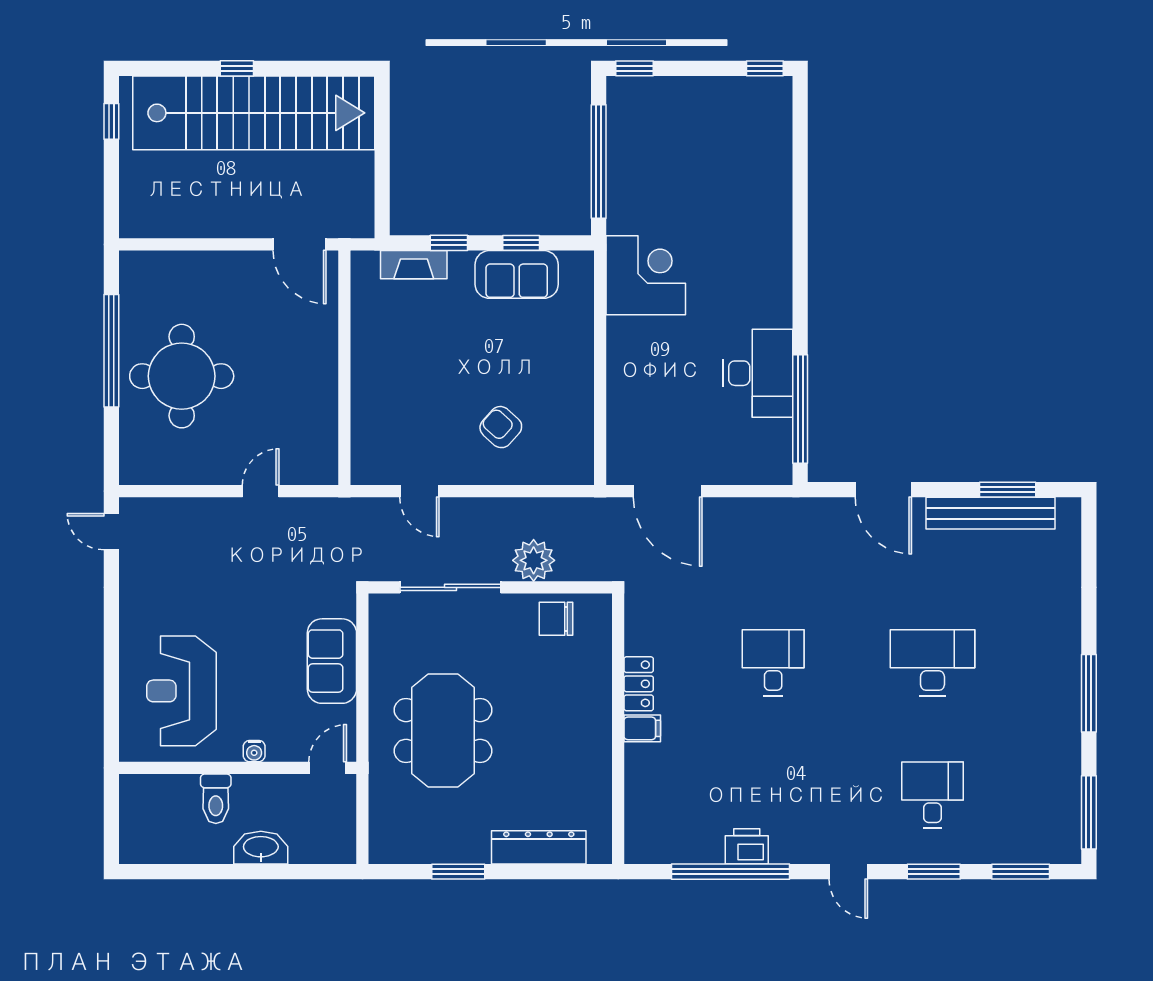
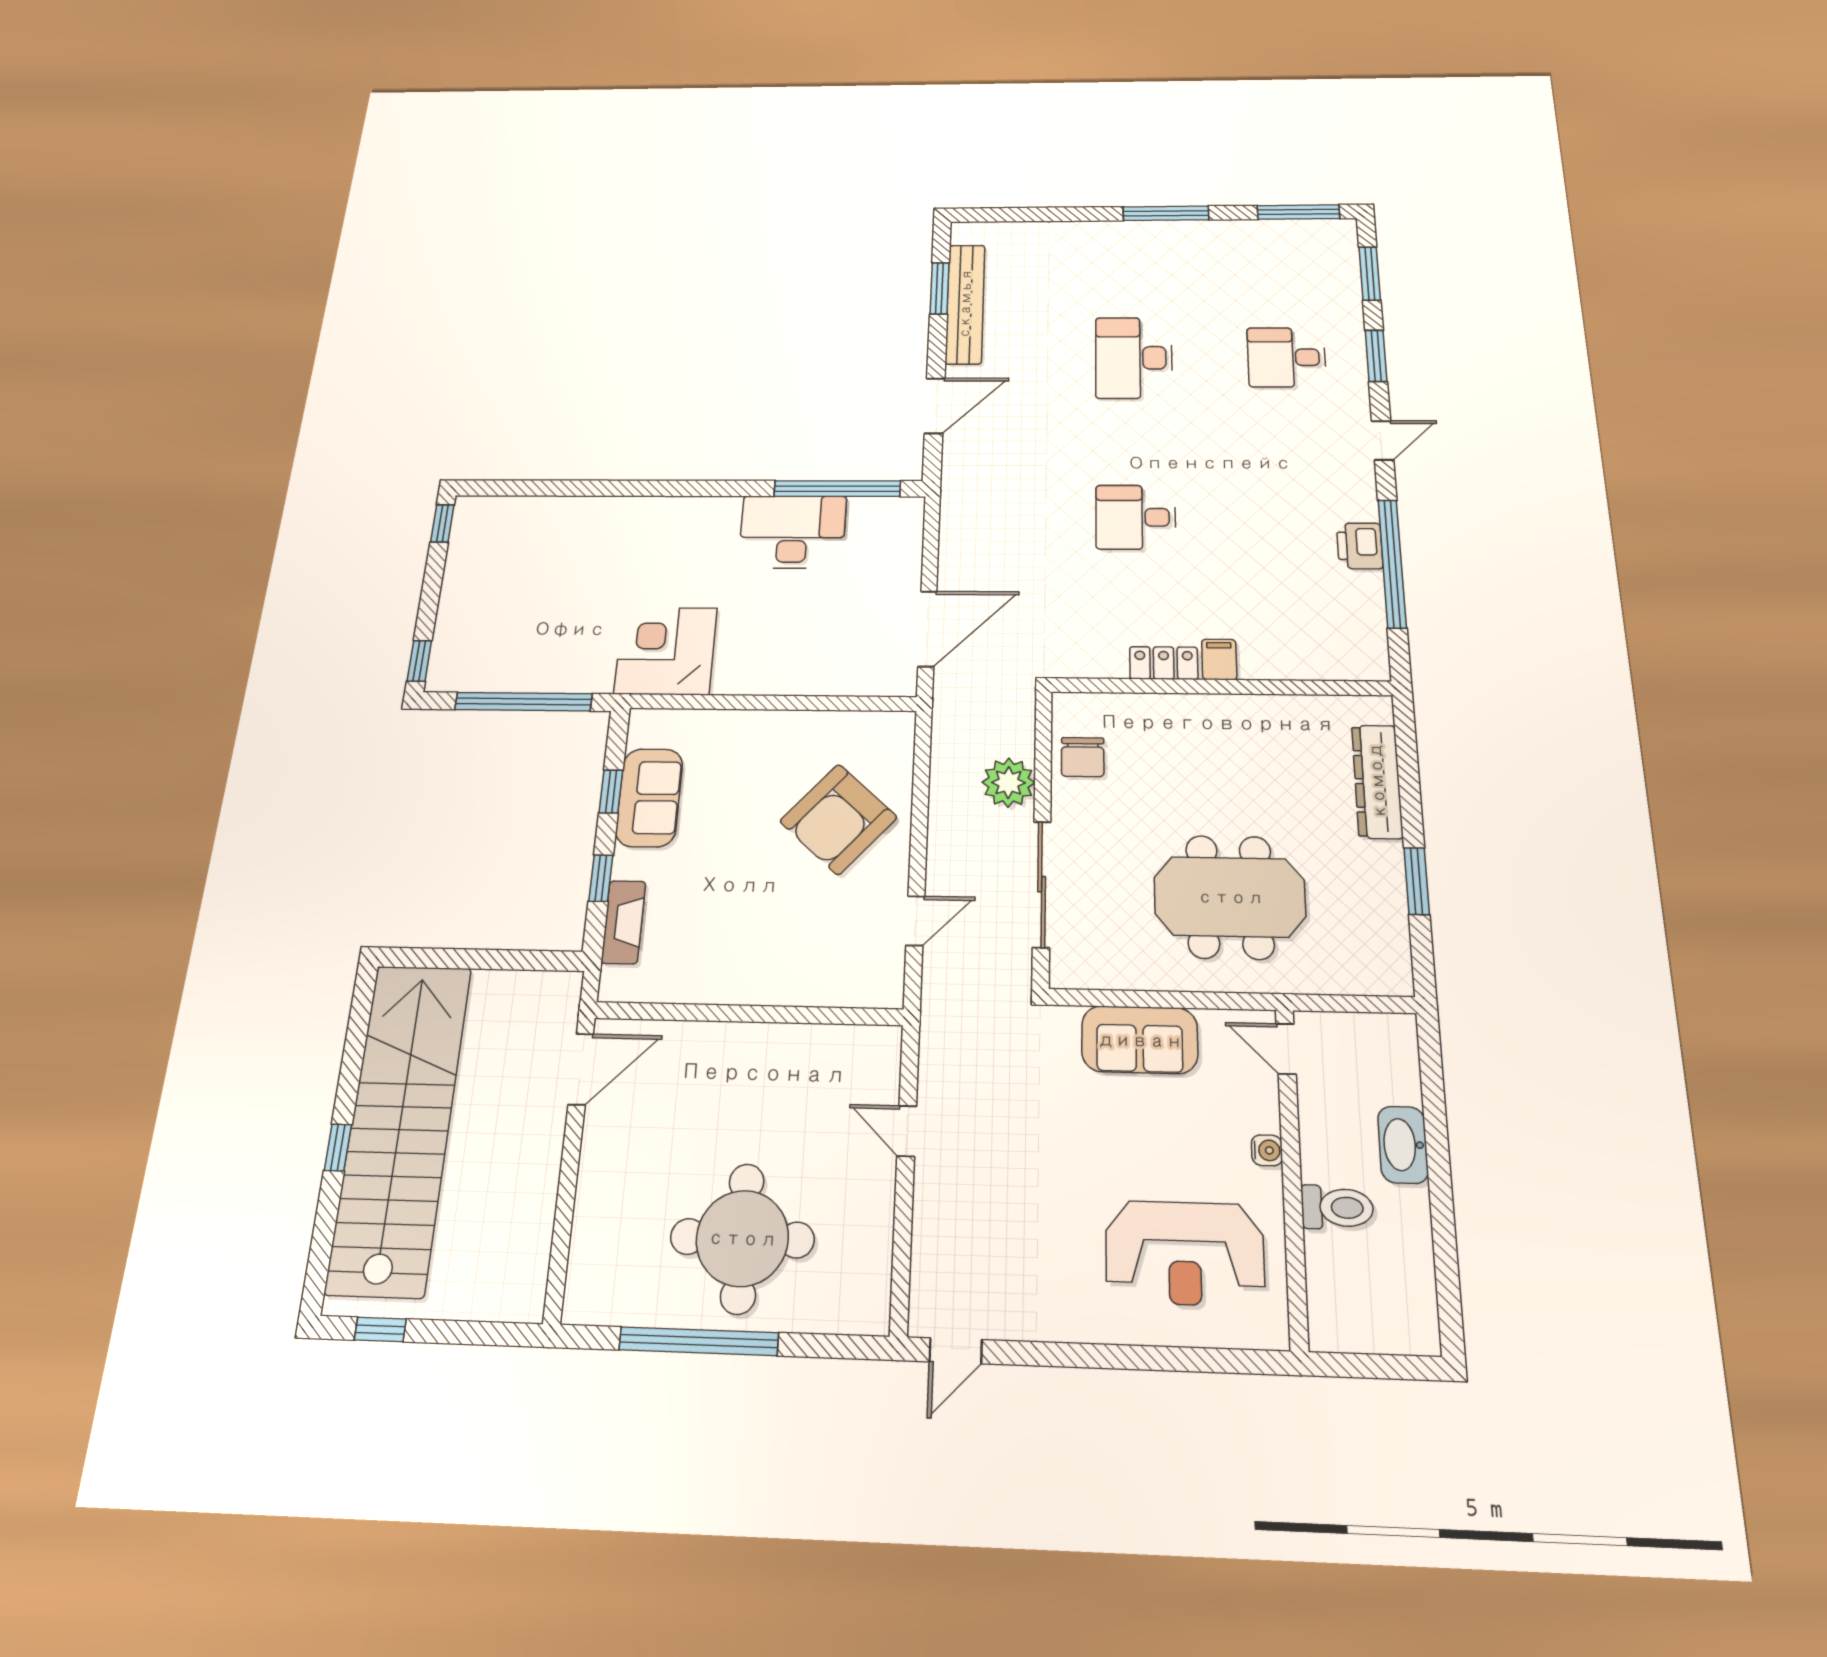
armchair: (501, 427) -> (838, 819), width x1.88, depth x1.88

